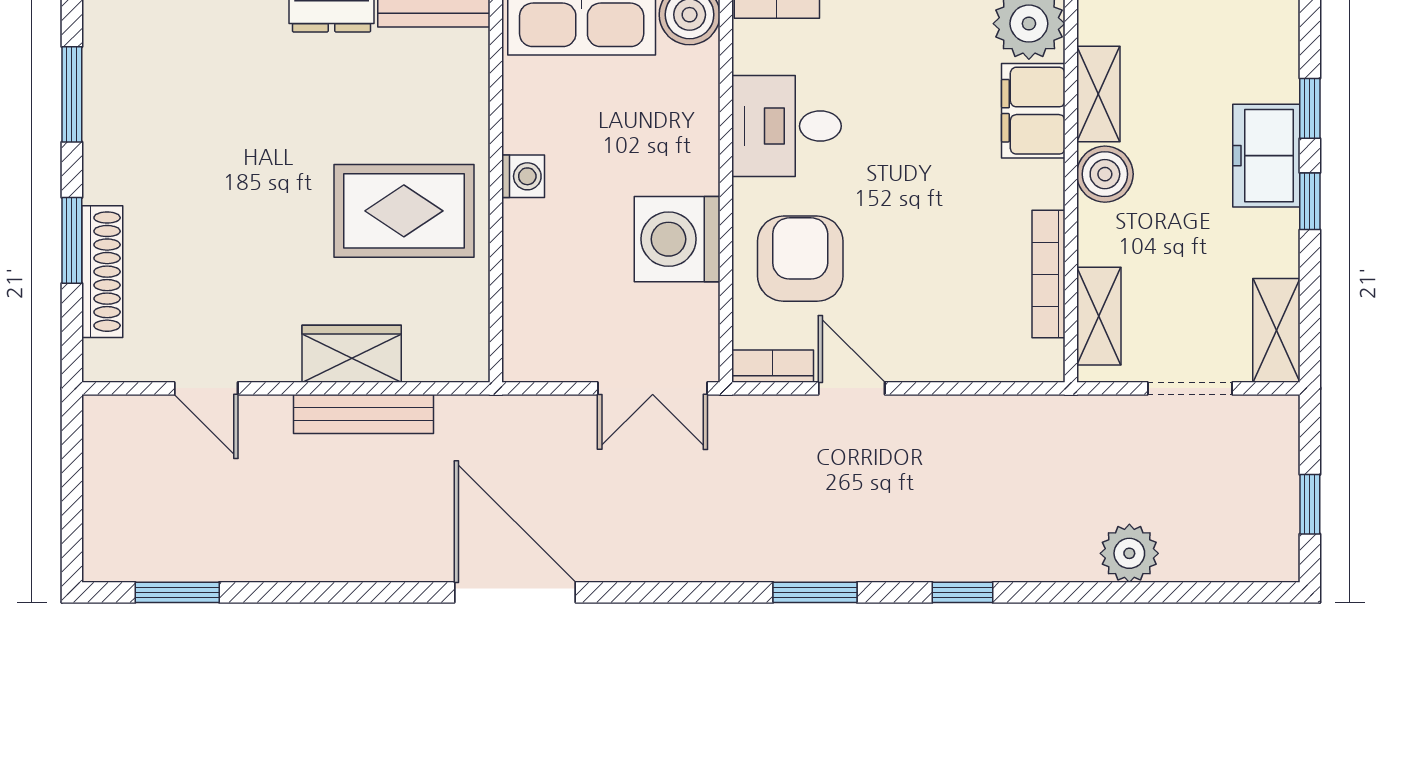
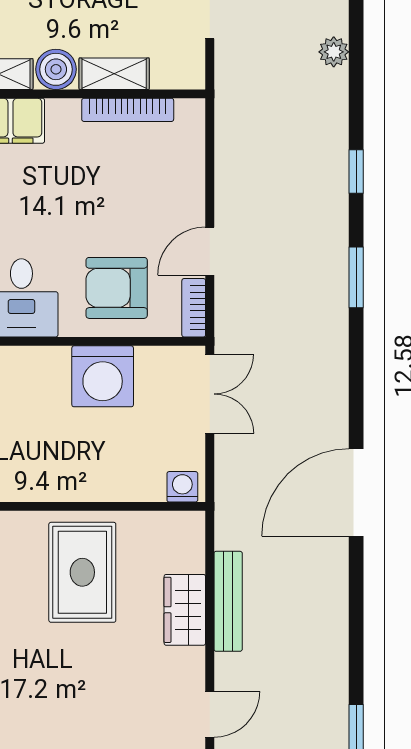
washing machine: (523, 176) -> (182, 487), moved
shelving: (1099, 316) -> (114, 74), moved
plant: (1129, 553) -> (334, 52), width x0.73, depth x0.73

